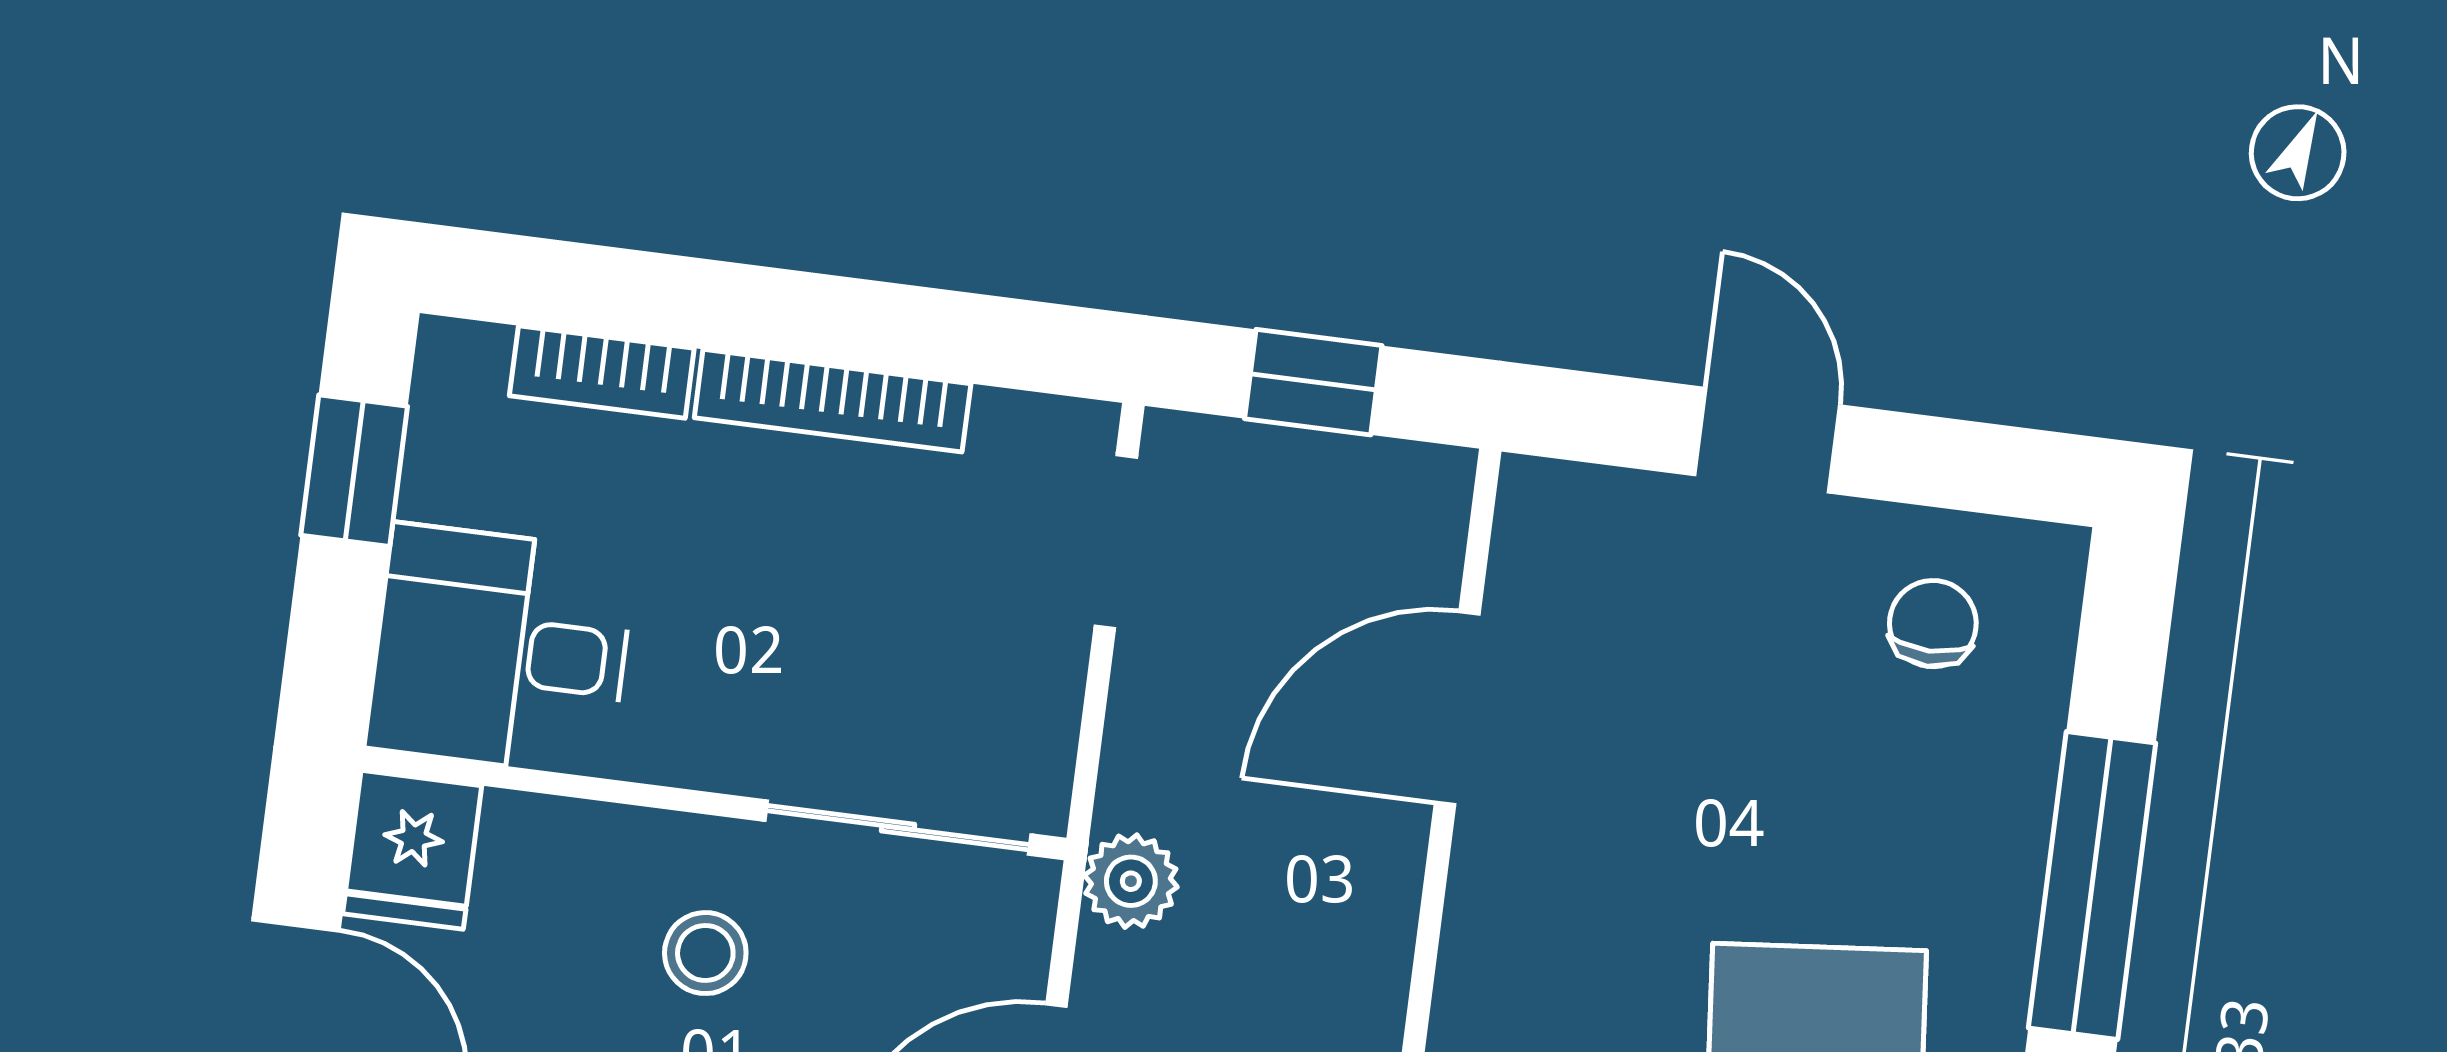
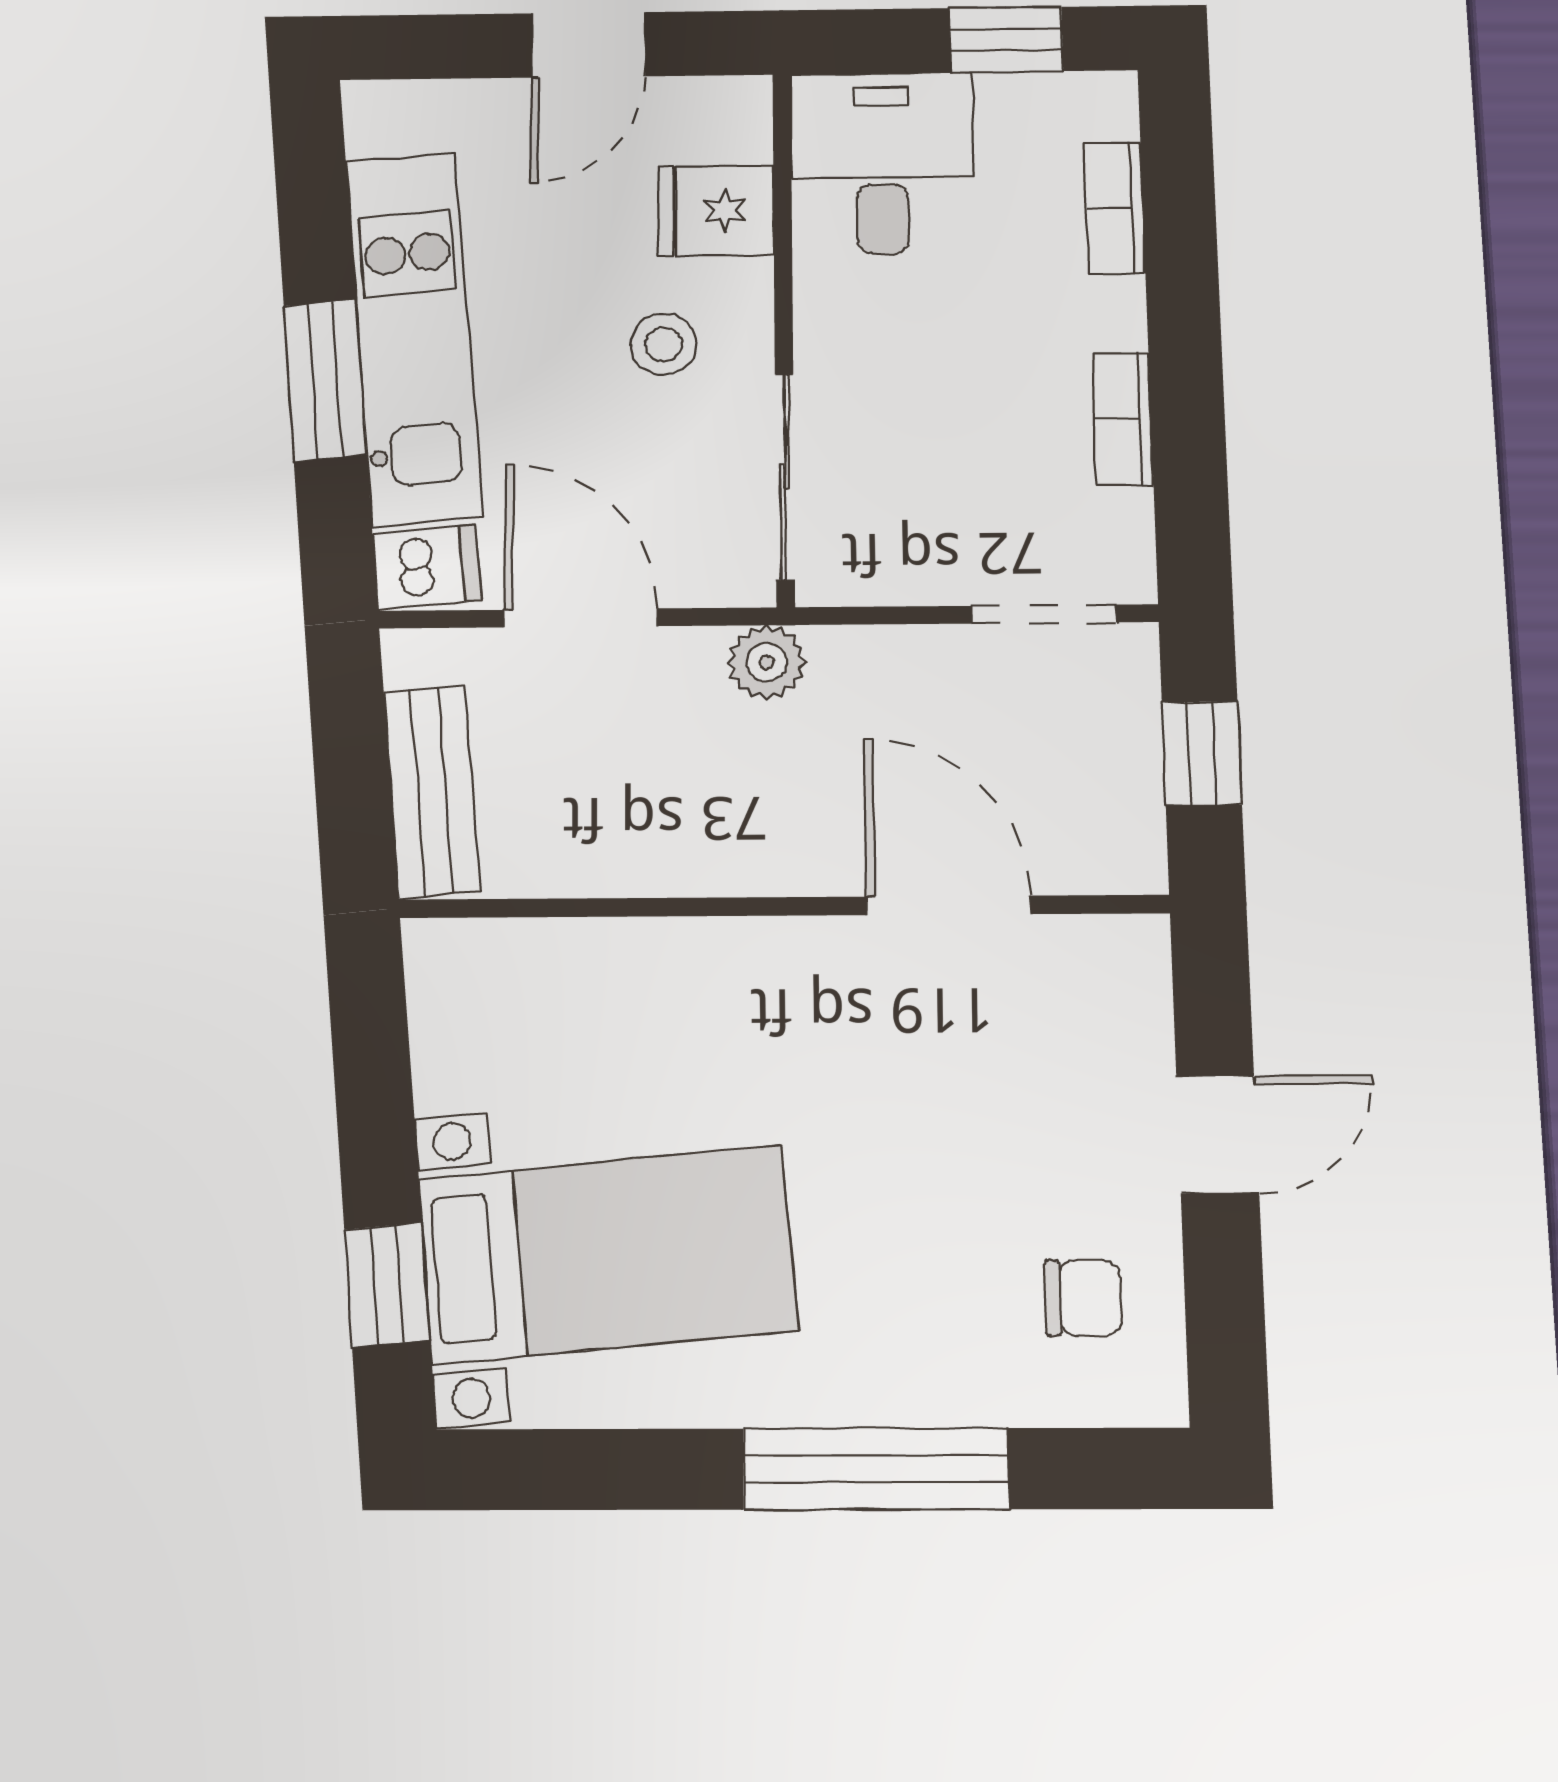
bookcase: (833, 401) -> (1123, 419), width x0.64
fridge: (412, 850) -> (716, 210), moved

